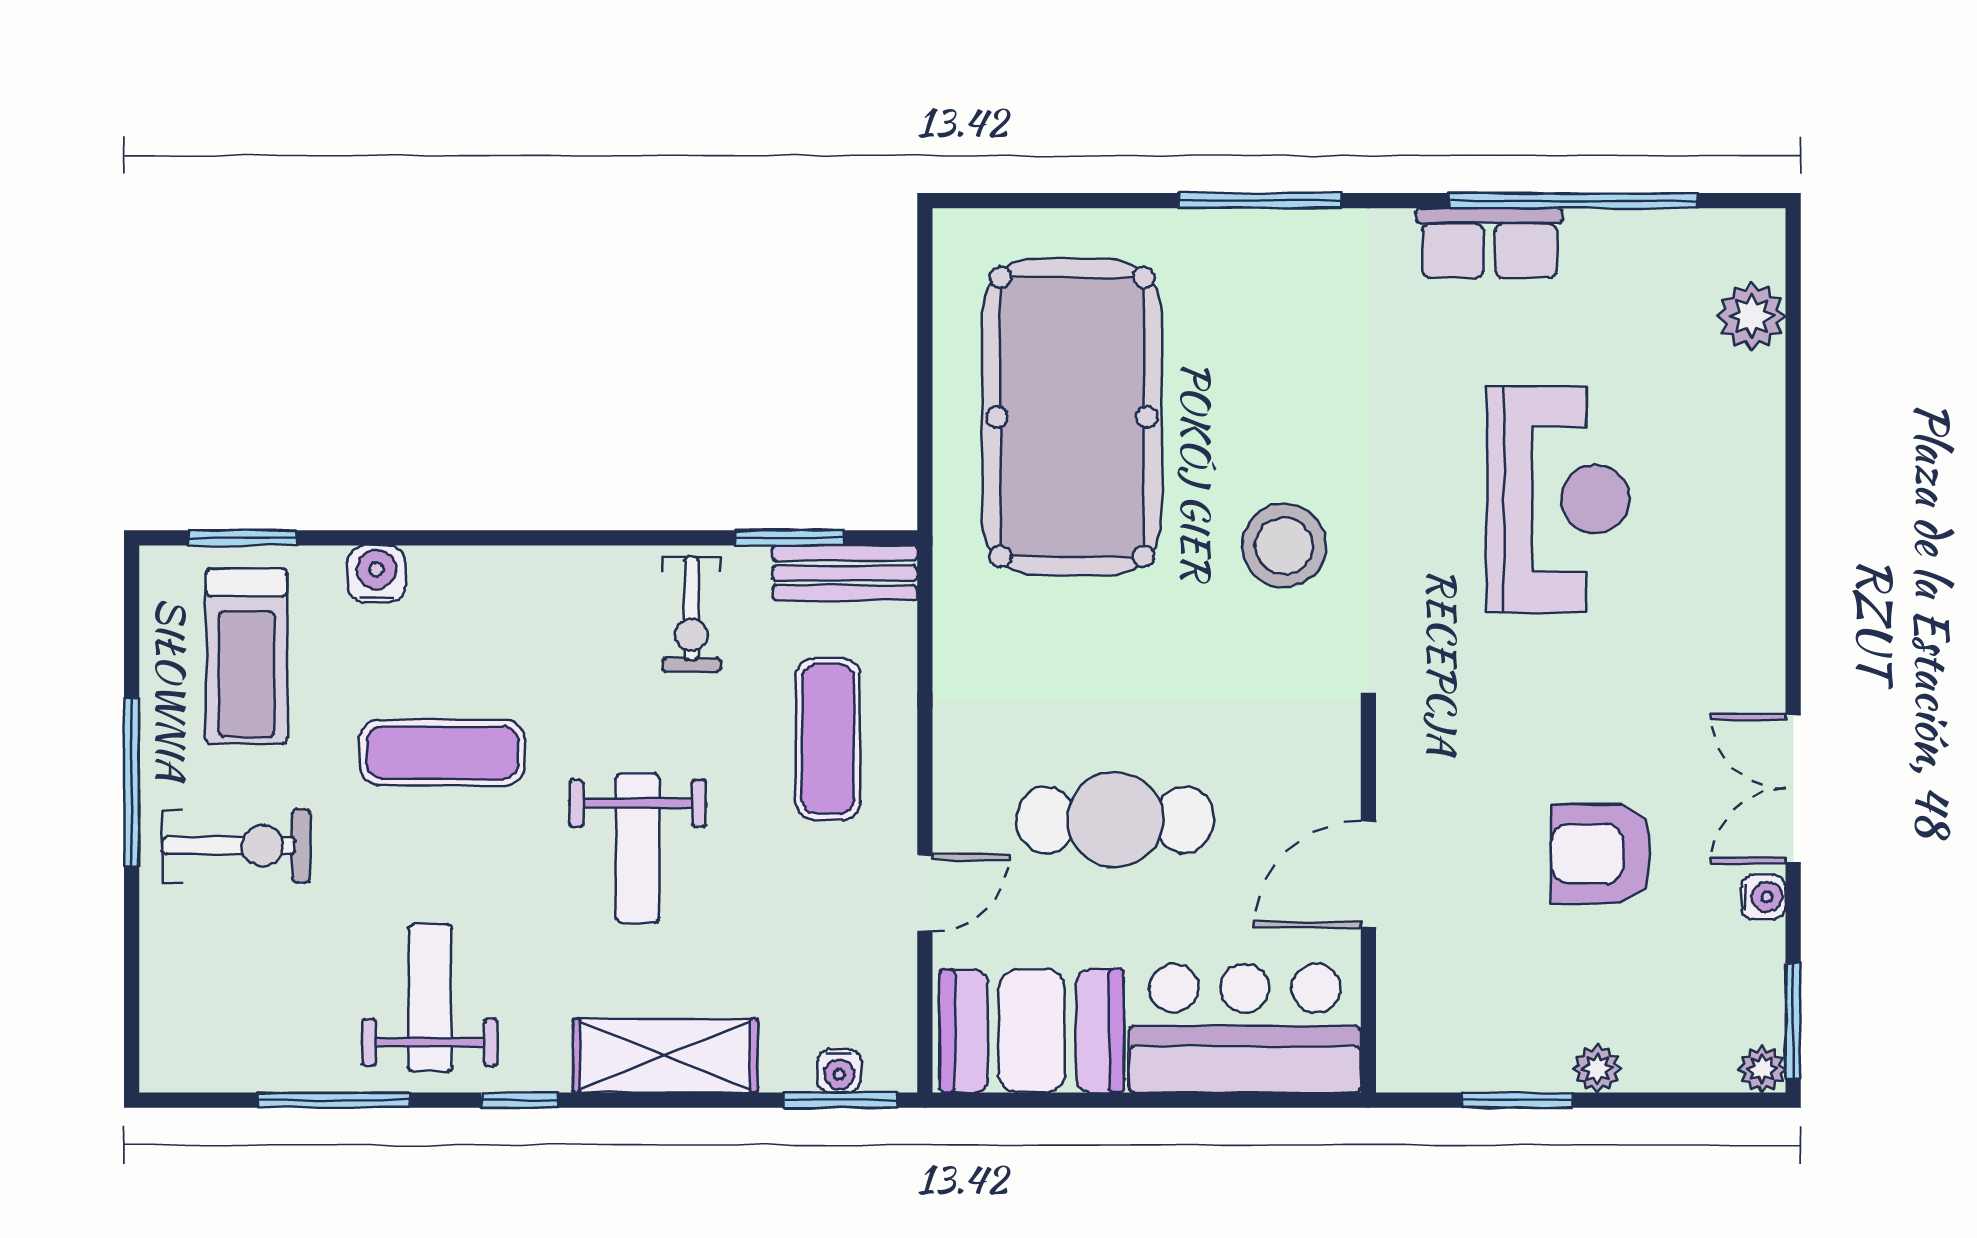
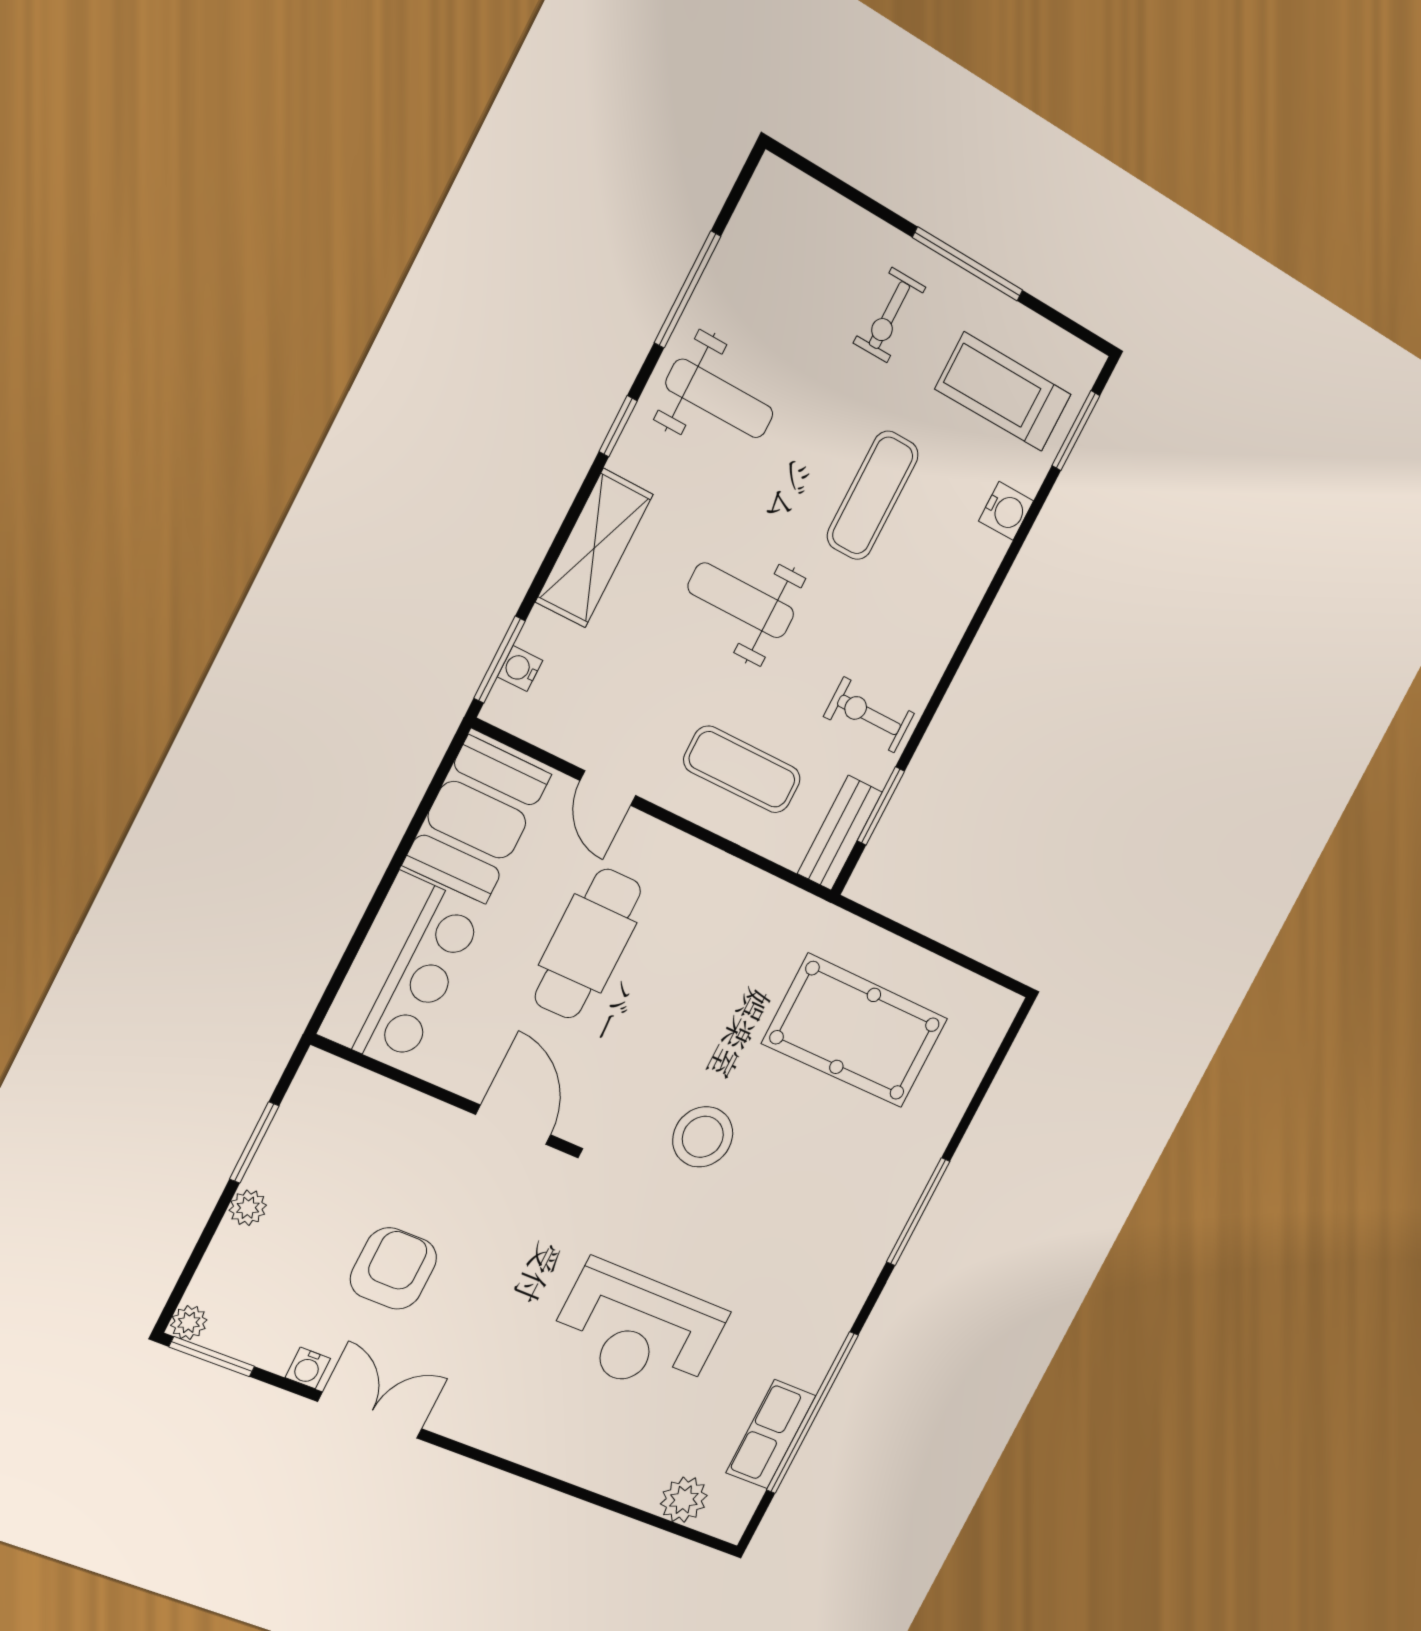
row of seats: (1489, 243) -> (771, 1434), moved
pool table: (1072, 417) -> (855, 1031), width x0.73, depth x0.76
exercise bike: (236, 846) -> (889, 315), width x0.73, depth x0.72
door: (1368, 874) -> (513, 1125), moved

